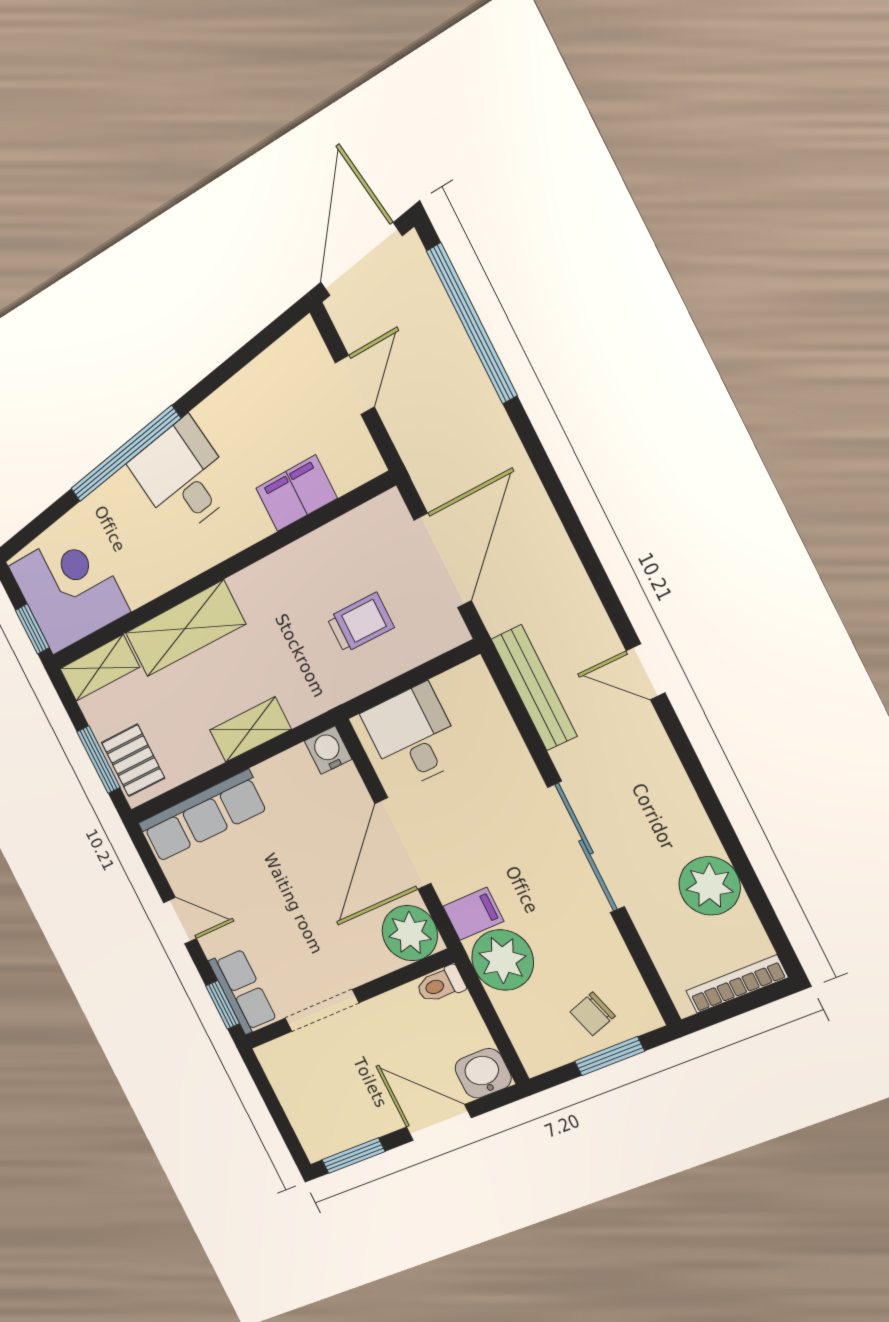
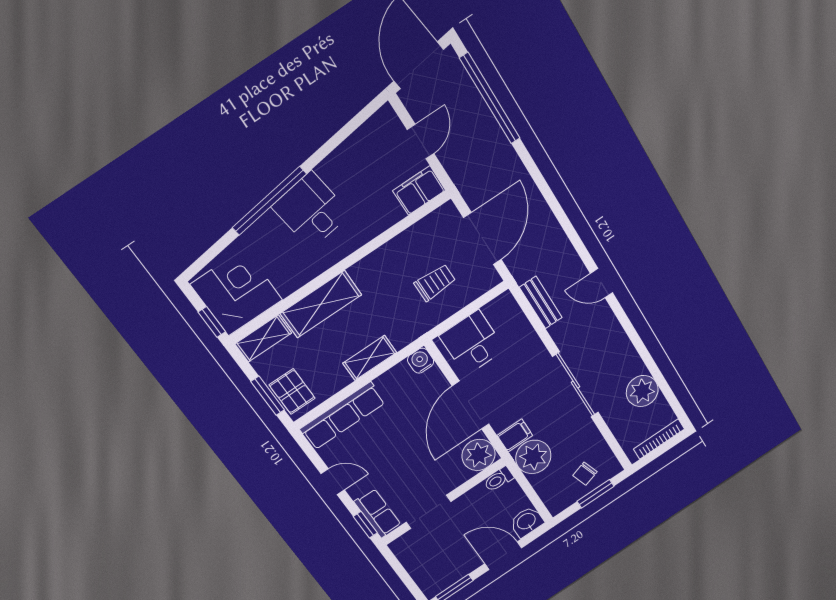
filing cabinet: (297, 493) -> (419, 190), moved
bench: (534, 688) -> (541, 302), width x0.73

